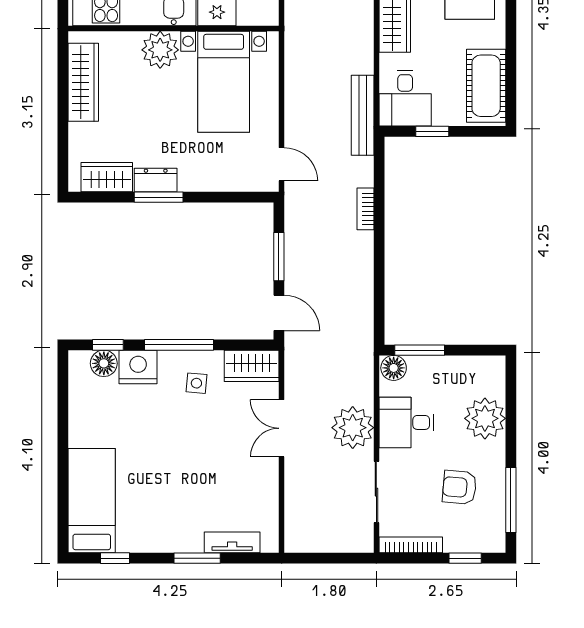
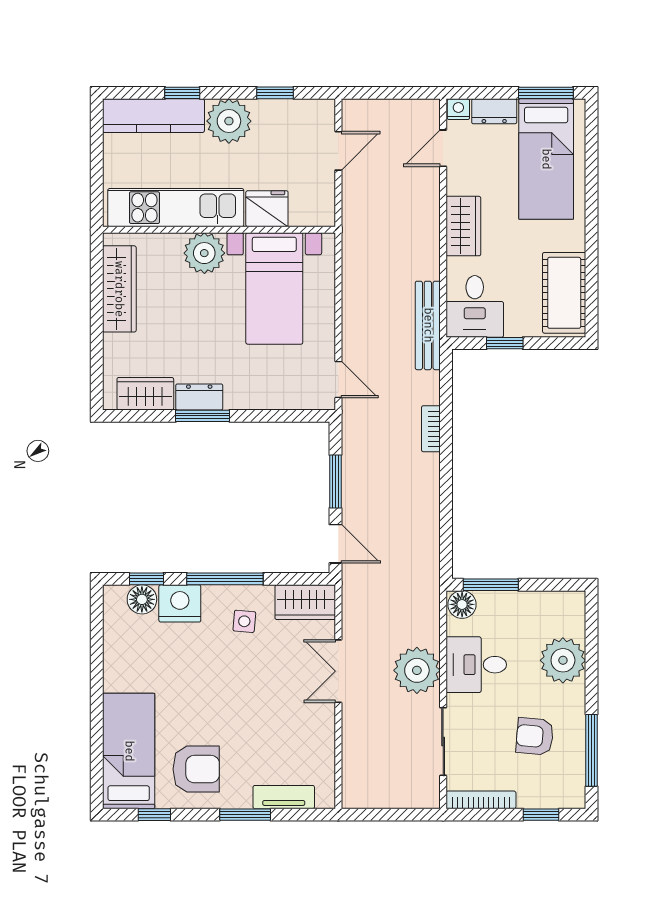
armchair: (153, 517) -> (196, 769), added

